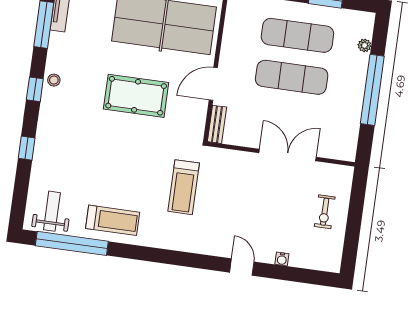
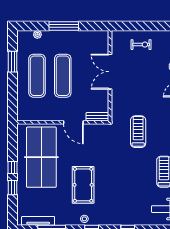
window: (372, 90) -> (64, 26), width x0.68
pool table: (136, 96) -> (83, 185), moved
treadmill: (184, 187) -> (138, 132), turned -90

